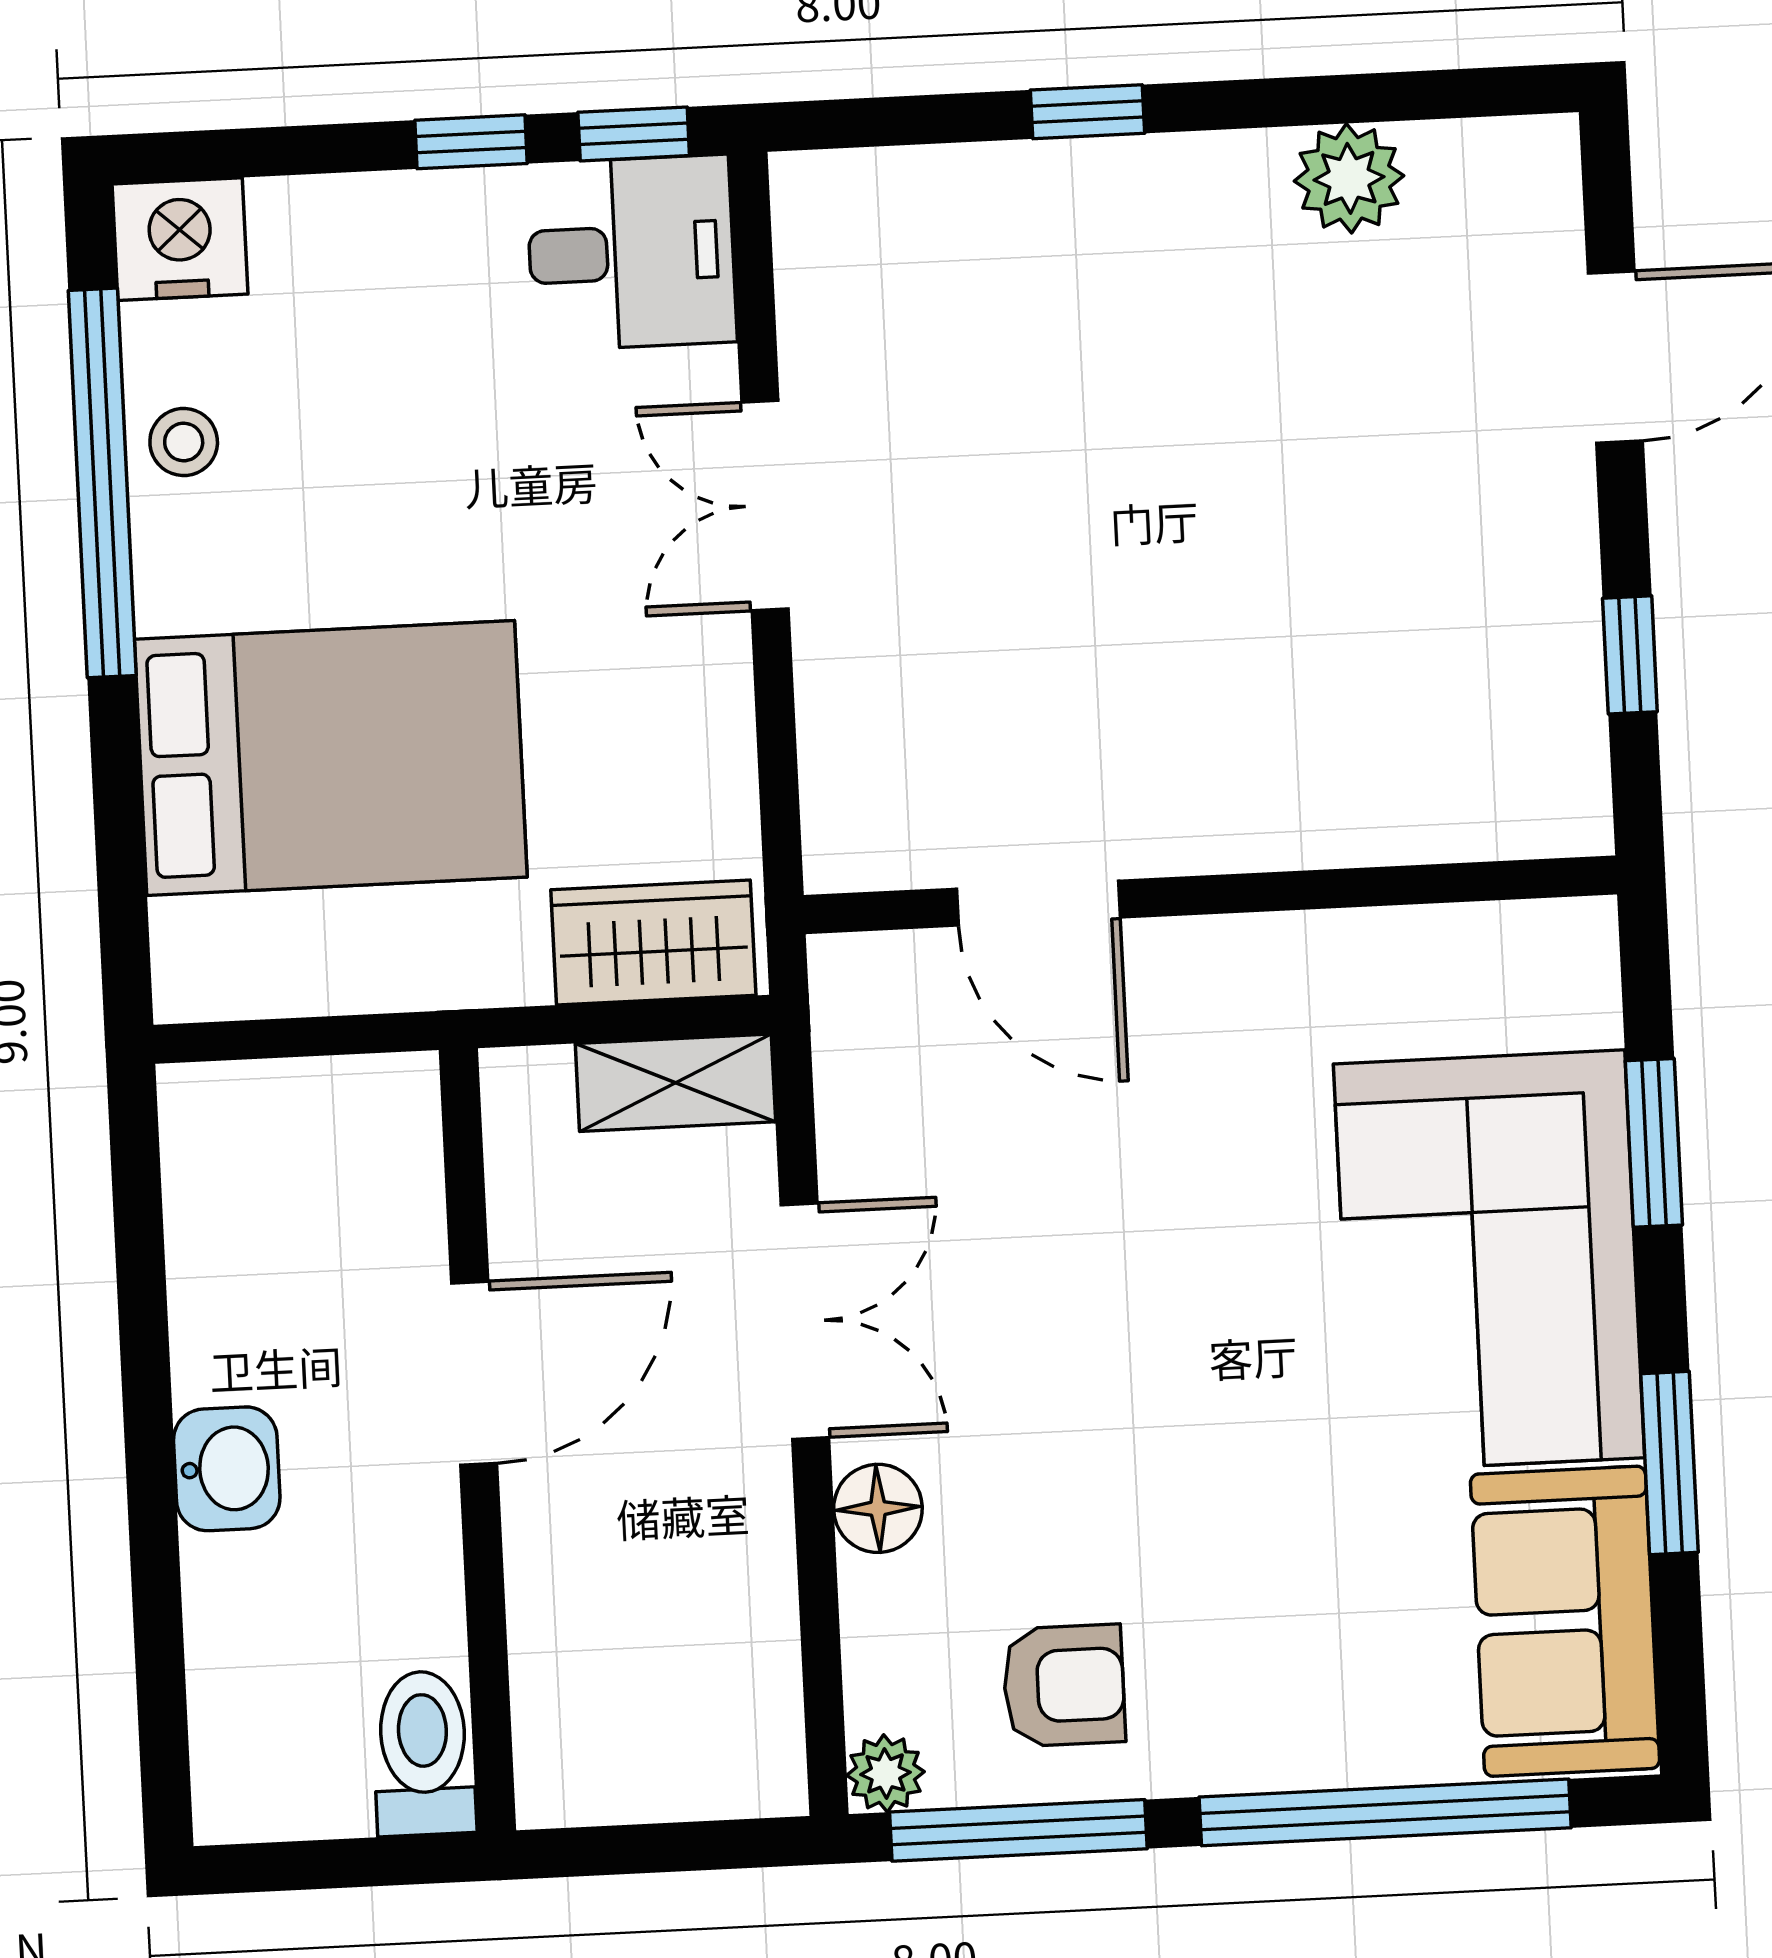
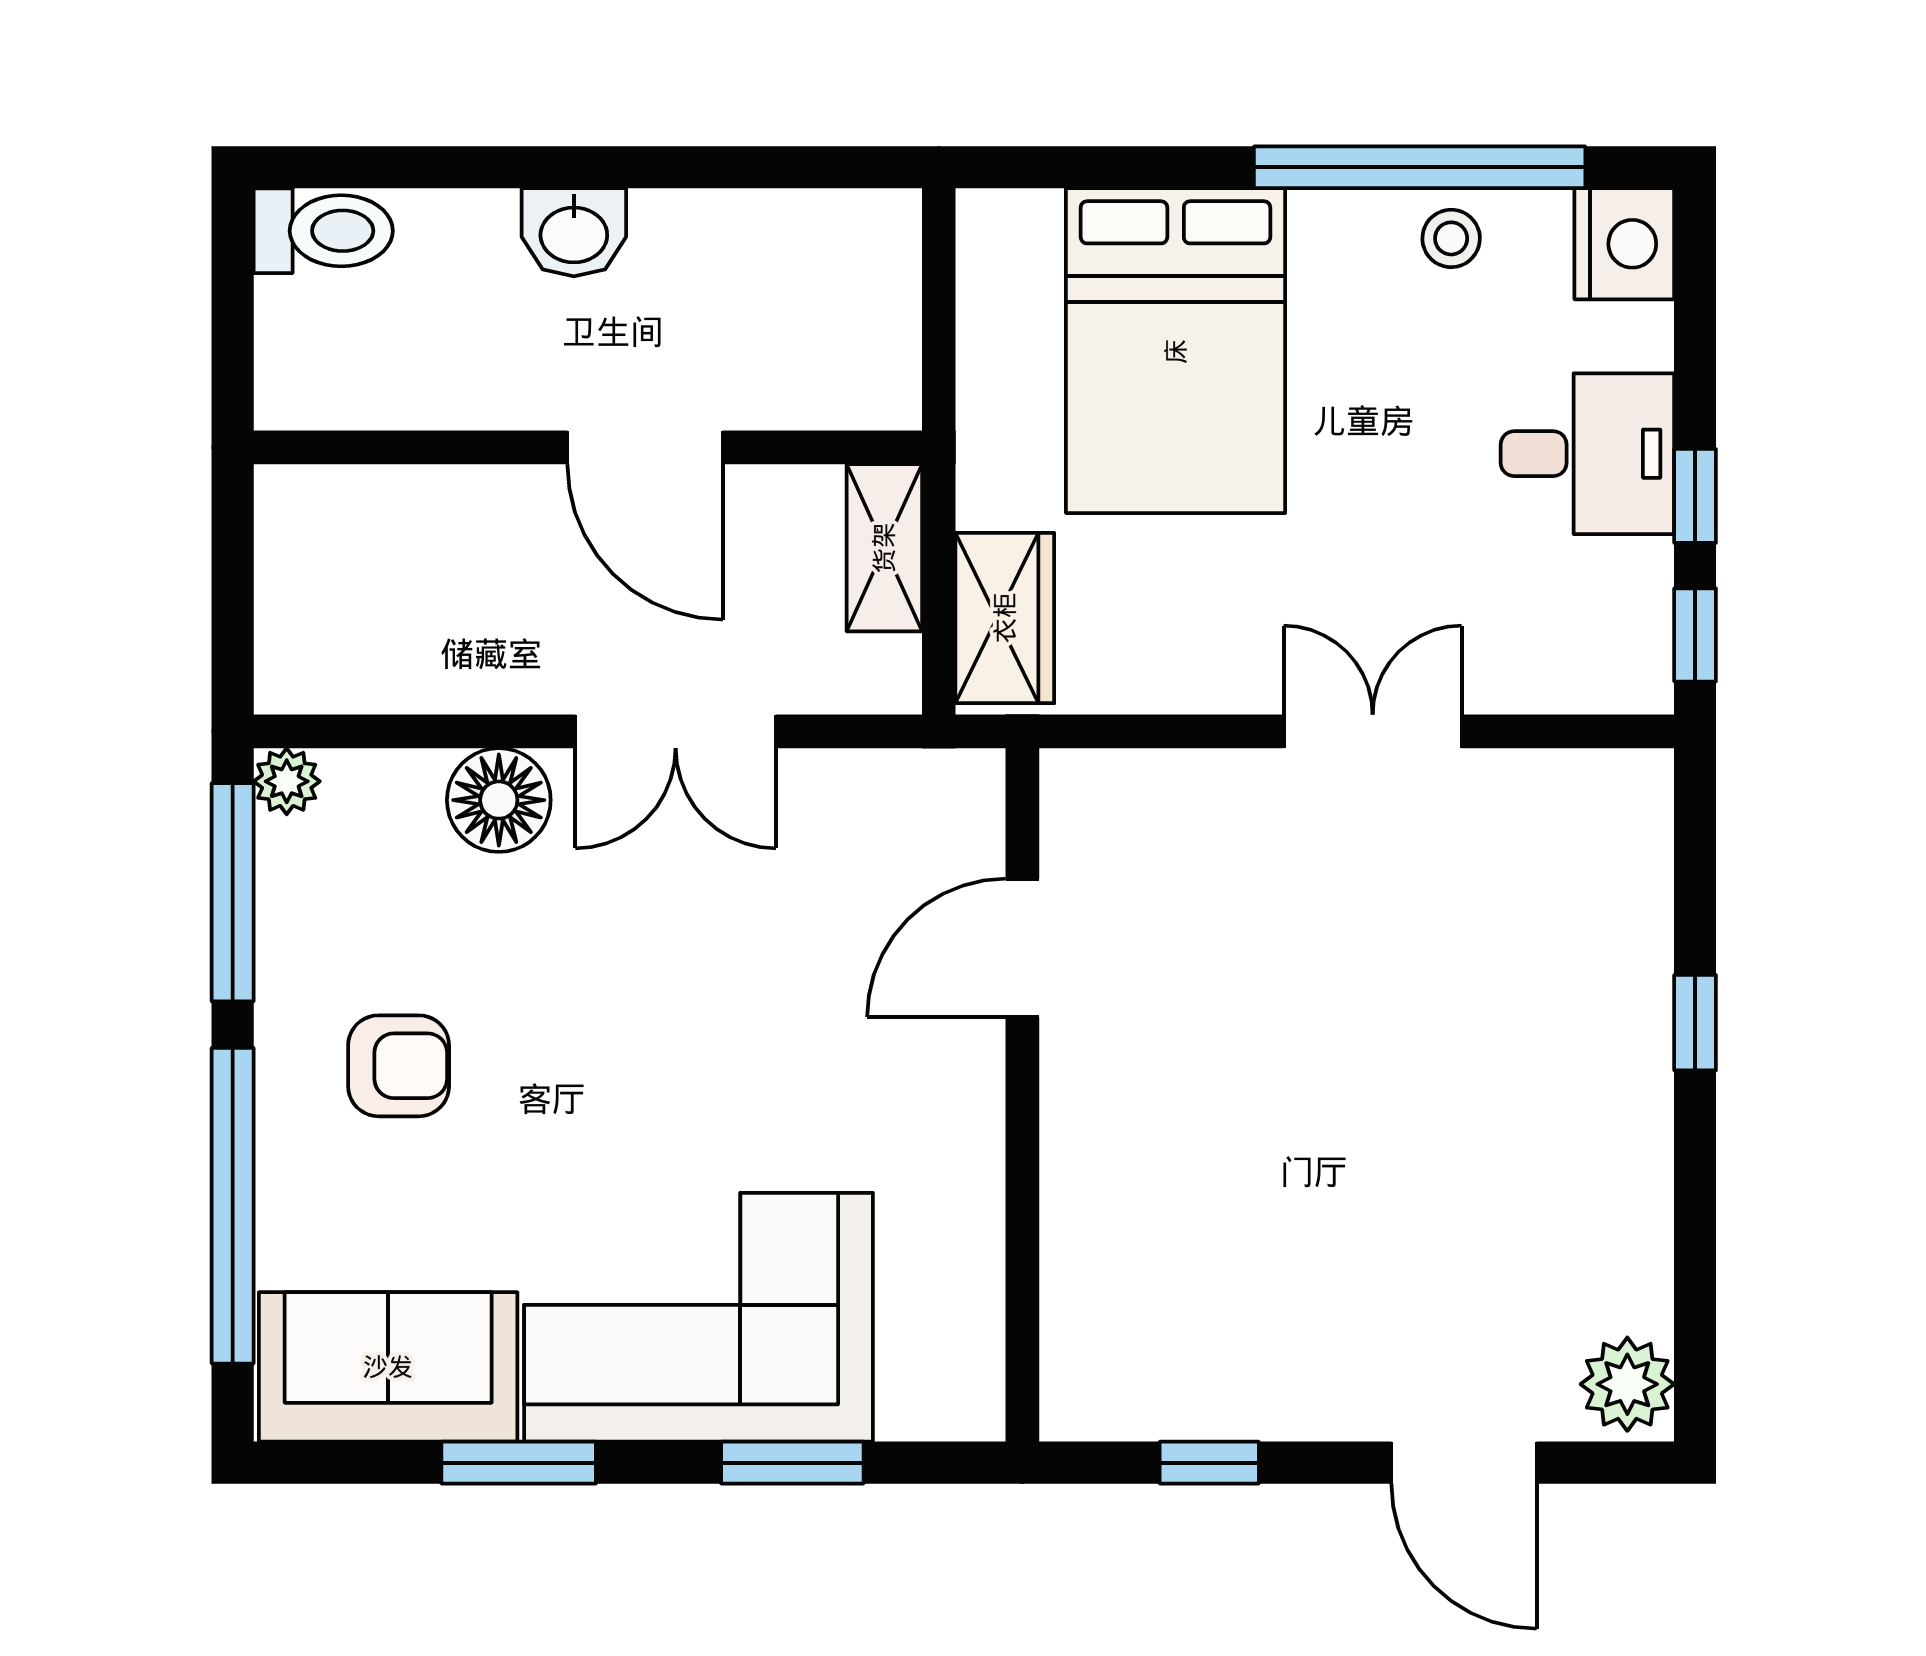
plant: (1349, 178) -> (1627, 1384), moved
desk: (631, 253) -> (1587, 454), moved, turned -90
shelving: (675, 1083) -> (884, 548), moved
floor lamp: (878, 1508) -> (499, 800), width x1.38, depth x1.38
armchair: (1064, 1685) -> (399, 1066), moved, turned -90
toilet: (424, 1753) -> (323, 231), moved

